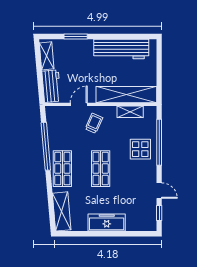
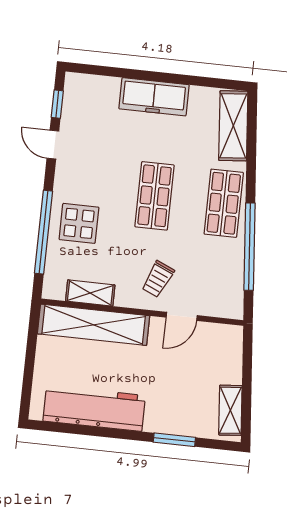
workbench: (51, 86) -> (228, 355), removed

